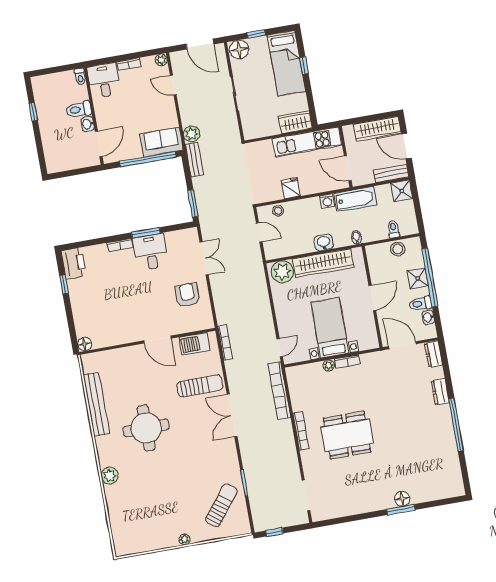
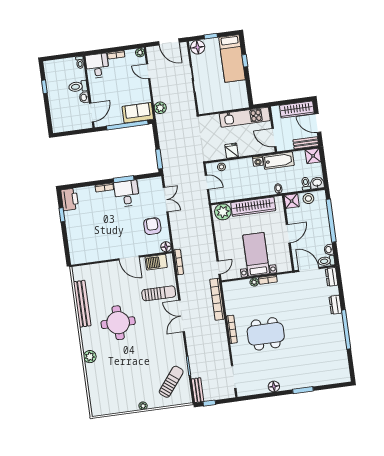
wardrobe: (295, 122) -> (237, 102), removed
bench: (194, 160) -> (198, 390), moved
washbasin: (324, 243) -> (317, 183), moved
shower: (418, 278) -> (292, 201), moved
toilet: (420, 304) -> (326, 261), moved
floor lamp: (85, 344) -> (166, 247), moved
floor lamp: (402, 499) -> (274, 386), moved

